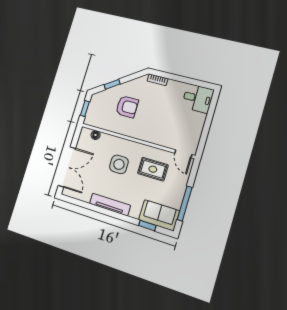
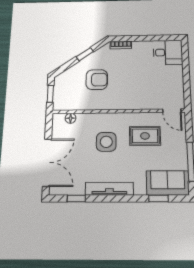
window: (112, 84) -> (85, 54), moved
window: (82, 204) -> (76, 199), added

